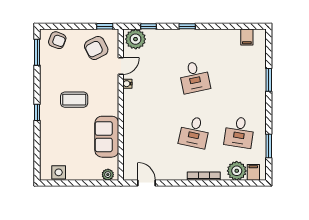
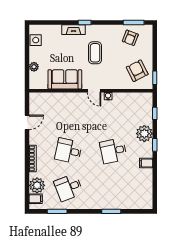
filing cabinet: (247, 37) -> (146, 163), moved
plant: (136, 39) -> (144, 134), moved
armchair: (57, 40) -> (130, 38), moved
door: (121, 66) -> (94, 91), moved
fireplace: (46, 126) -> (74, 30), added
desk: (239, 132) -> (68, 187), turned -30
plant: (108, 175) -> (34, 67), moved
door: (146, 183) -> (27, 122), moved

